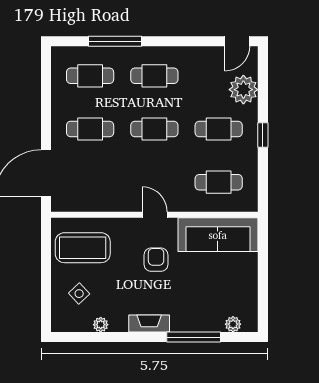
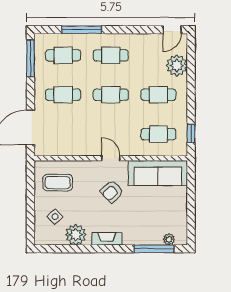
window: (46, 80) -> (30, 58), added
window: (263, 135) -> (191, 133), moved
coffee table: (83, 248) -> (58, 183), width x0.73, depth x0.76
armchair: (156, 260) -> (112, 192), turned -132
plant: (101, 325) -> (76, 235), width x1.88, depth x1.88
window: (194, 337) -> (154, 249), moved

